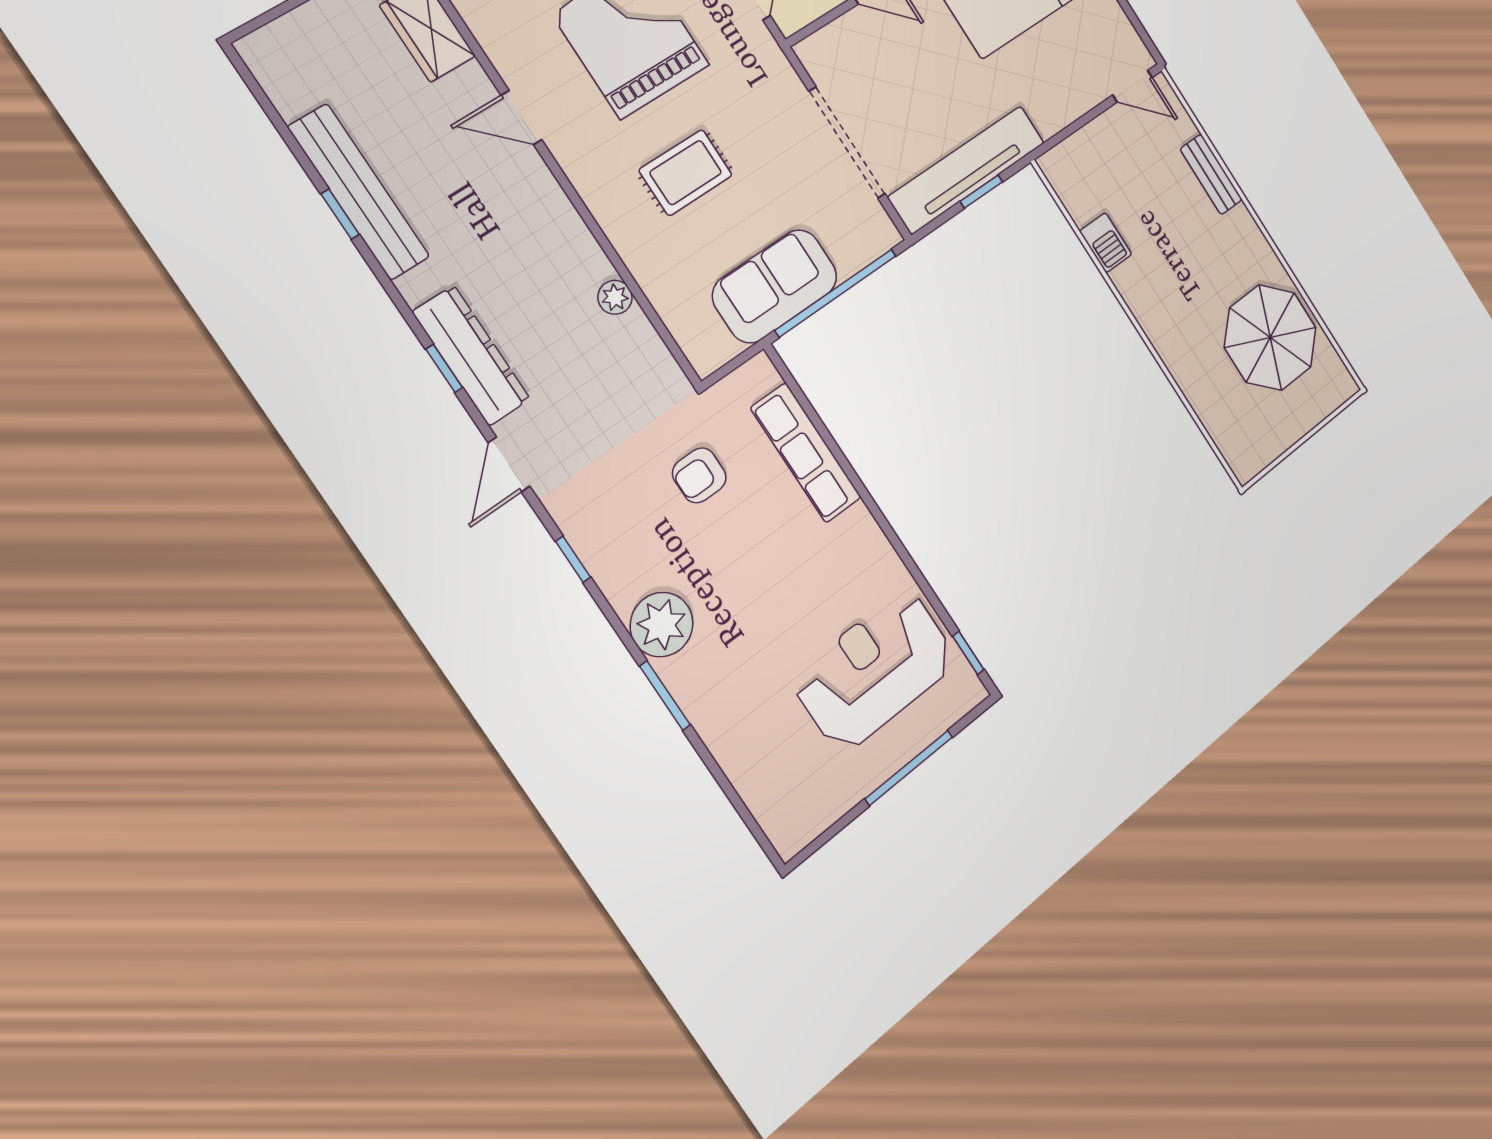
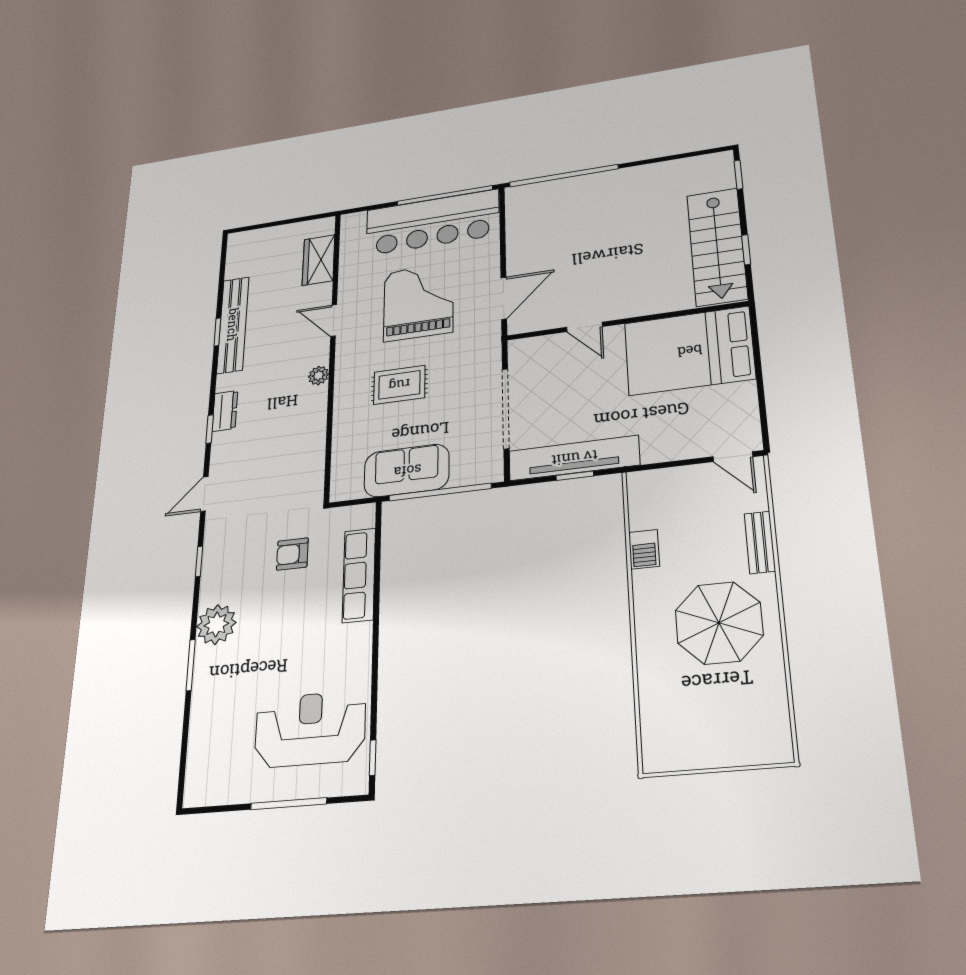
plant: (615, 297) -> (319, 376), moved
parasol: (1270, 337) -> (719, 623), moved
dresser: (471, 355) -> (225, 411), width x0.51, depth x0.80

